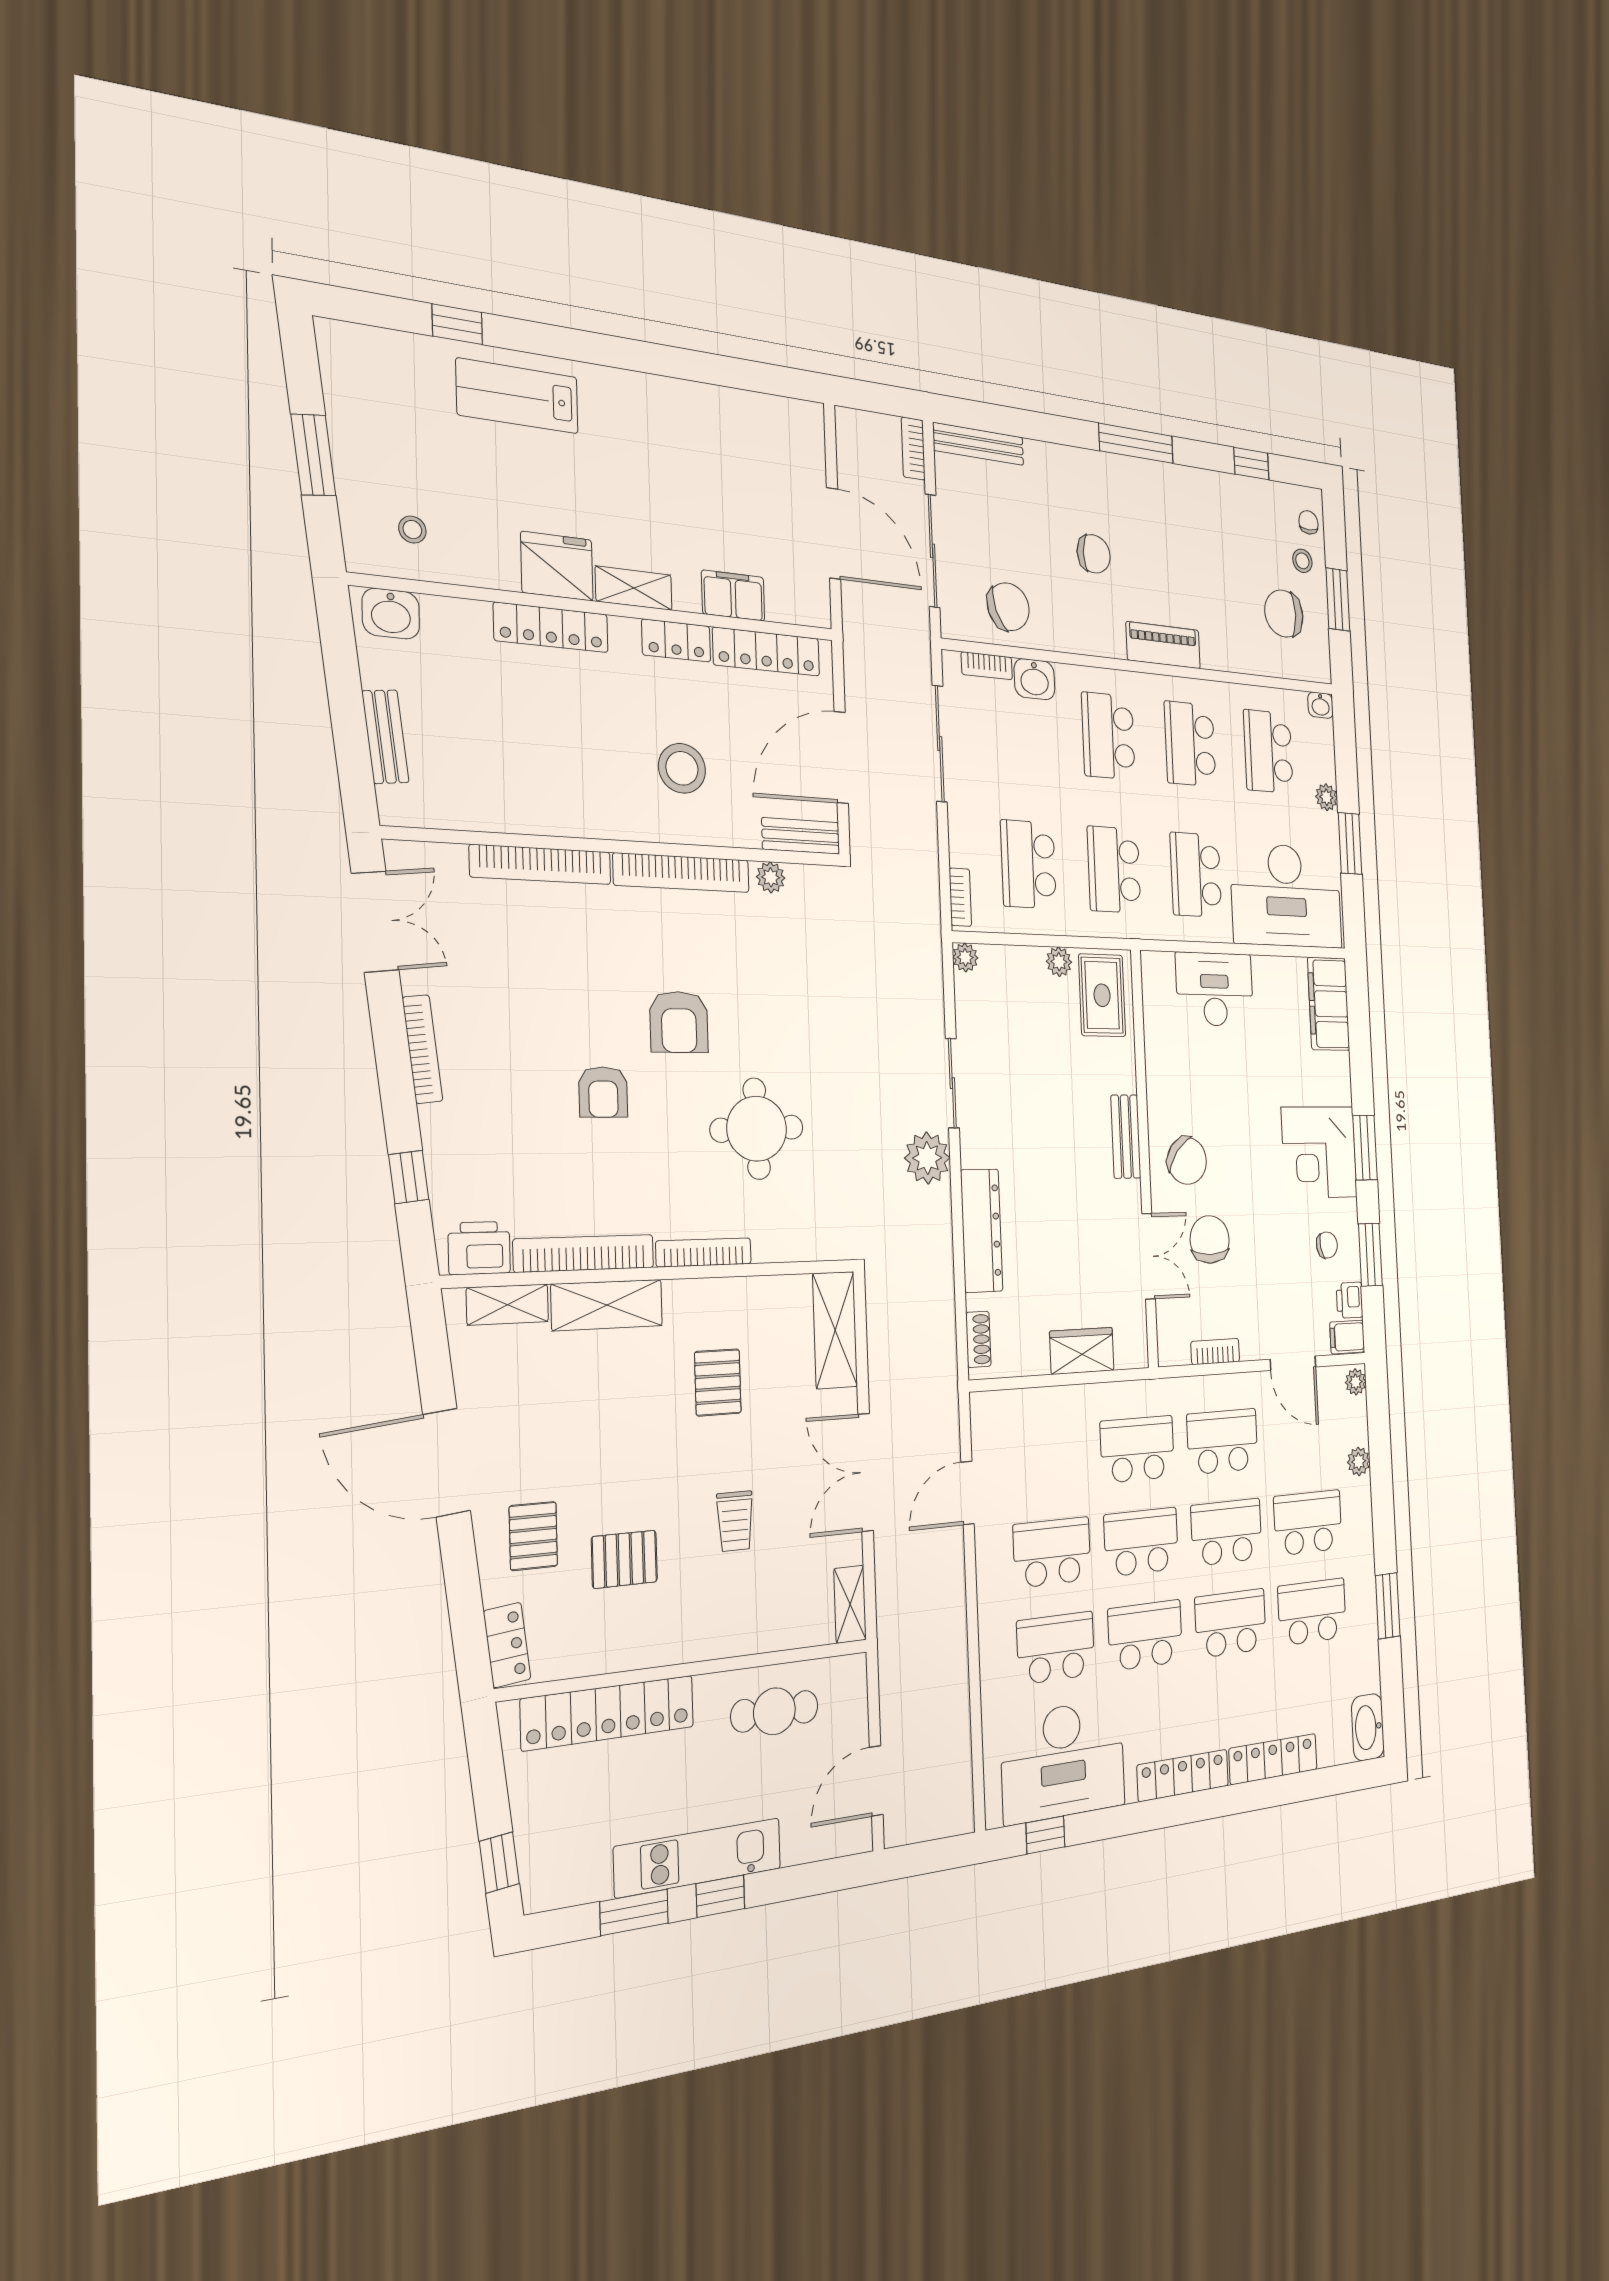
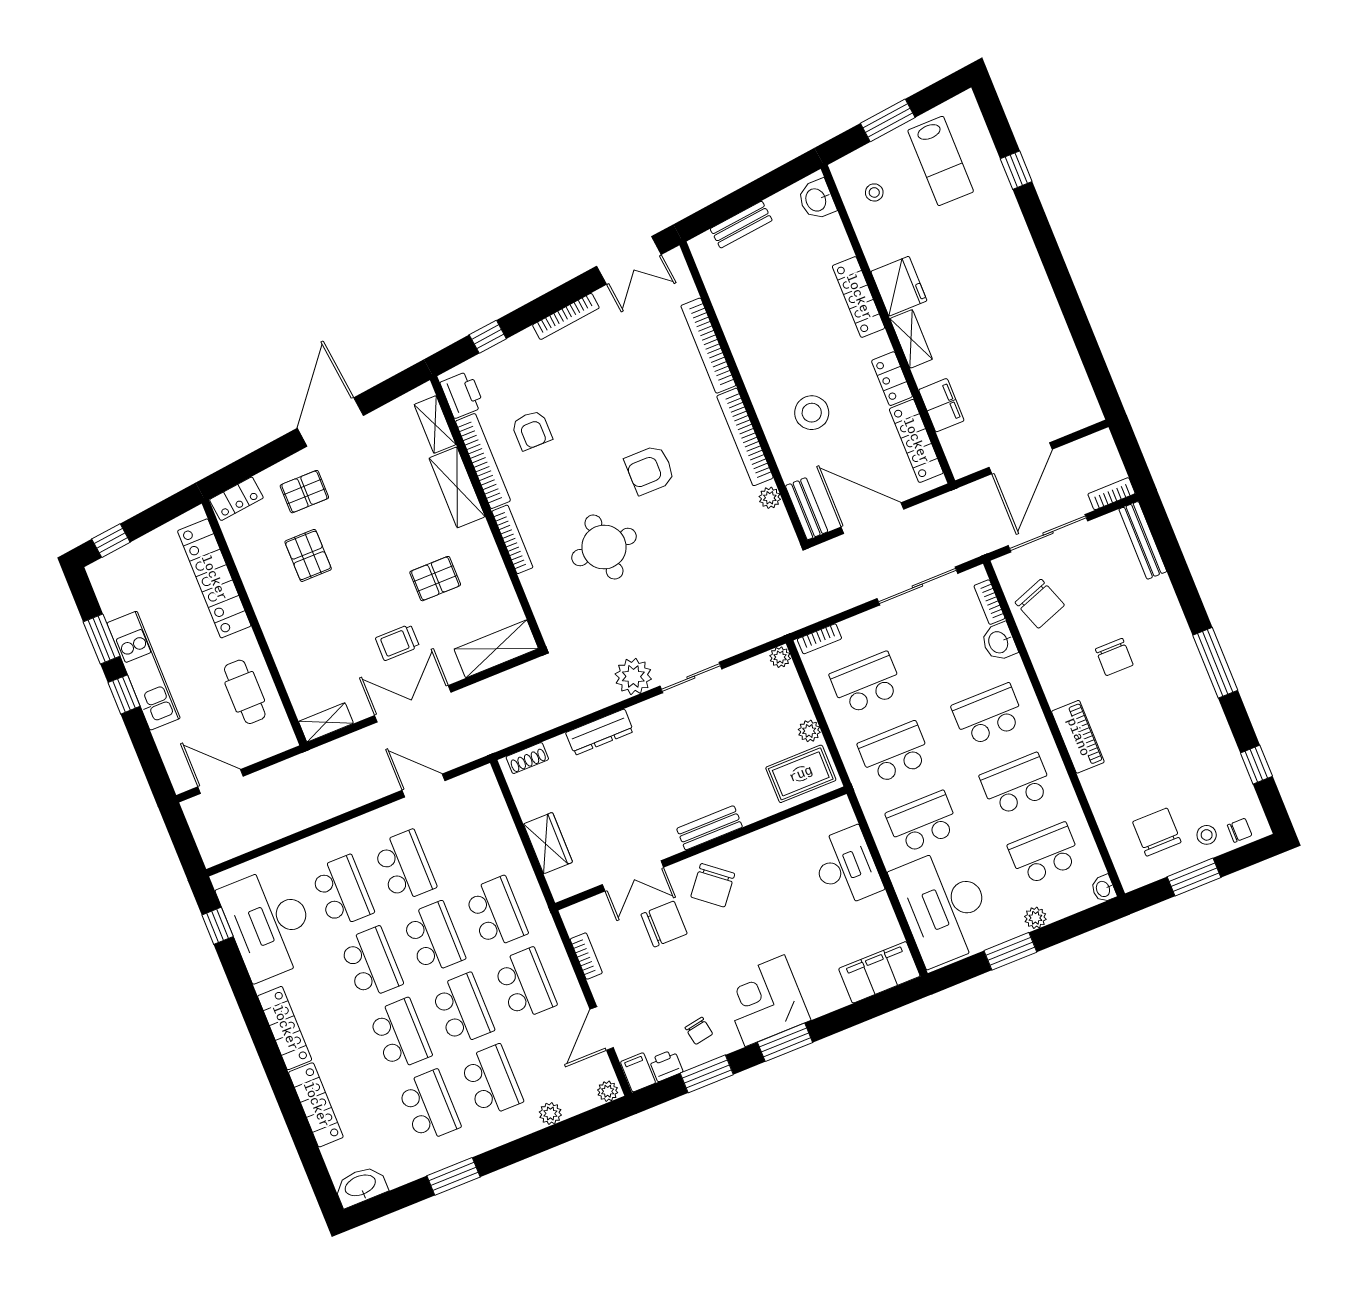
lab bench: (518, 396) -> (941, 161), moved, turned 180
armchair: (603, 1092) -> (532, 430), moved, turned -90
dresser: (982, 1231) -> (600, 732), width x0.73, depth x0.80
trolley: (735, 1521) -> (397, 642), moved

